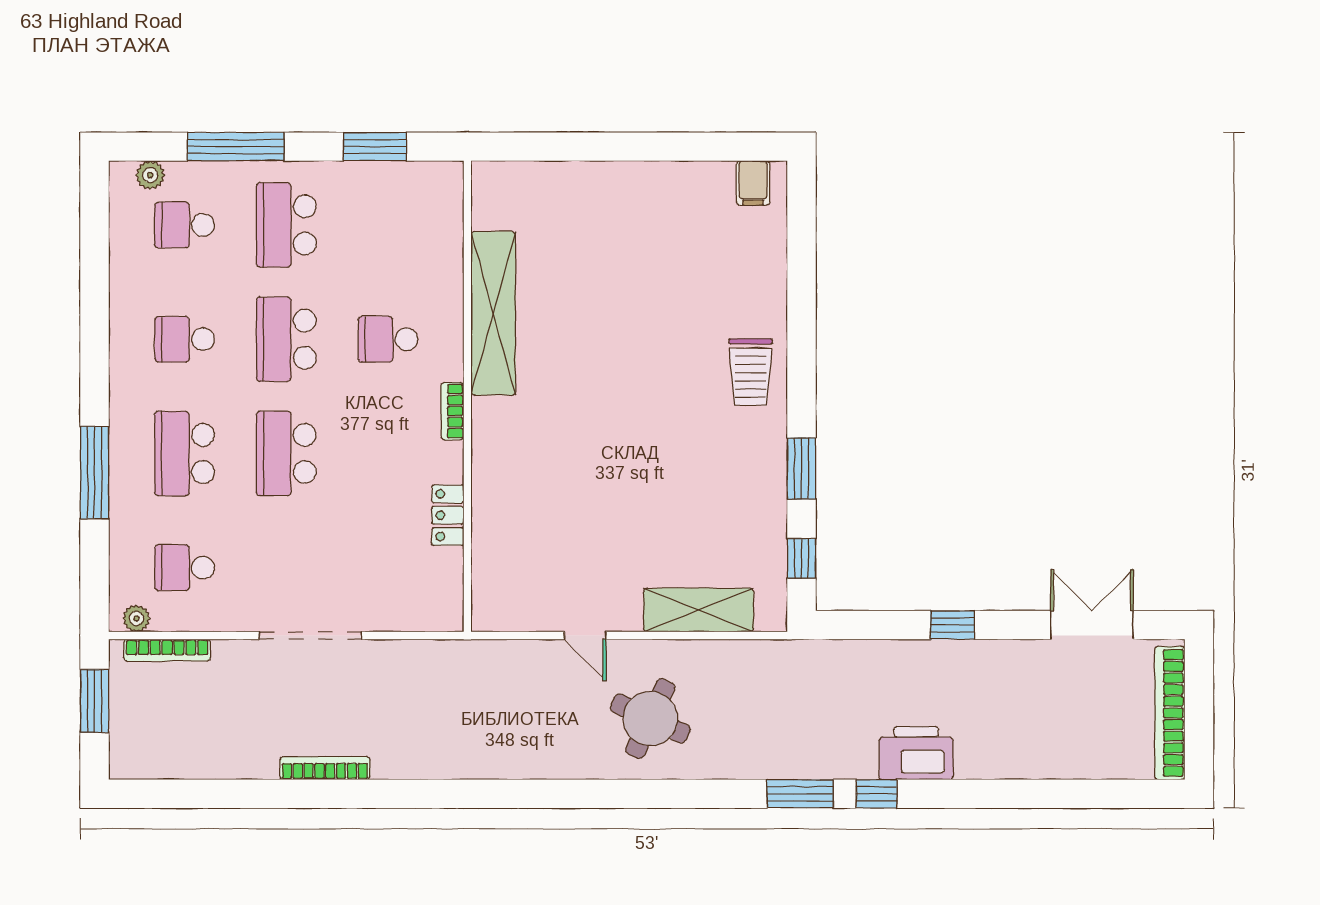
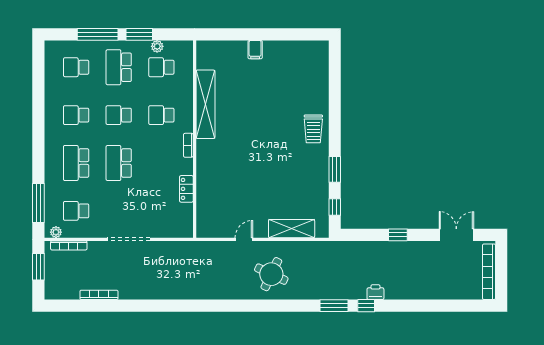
window: (375, 147) -> (139, 34), moved
plant: (150, 175) -> (157, 46), moved
filing cabinet: (753, 183) -> (255, 50), moved
school desk: (388, 225) -> (161, 67), added
school desk: (286, 339) -> (119, 115), width x0.54
window: (95, 473) -> (38, 203), moved
door: (585, 636) -> (244, 239), swing flipped
printer: (916, 753) -> (375, 292), width x0.53, depth x0.68
bookcase: (325, 768) -> (99, 295), moved

